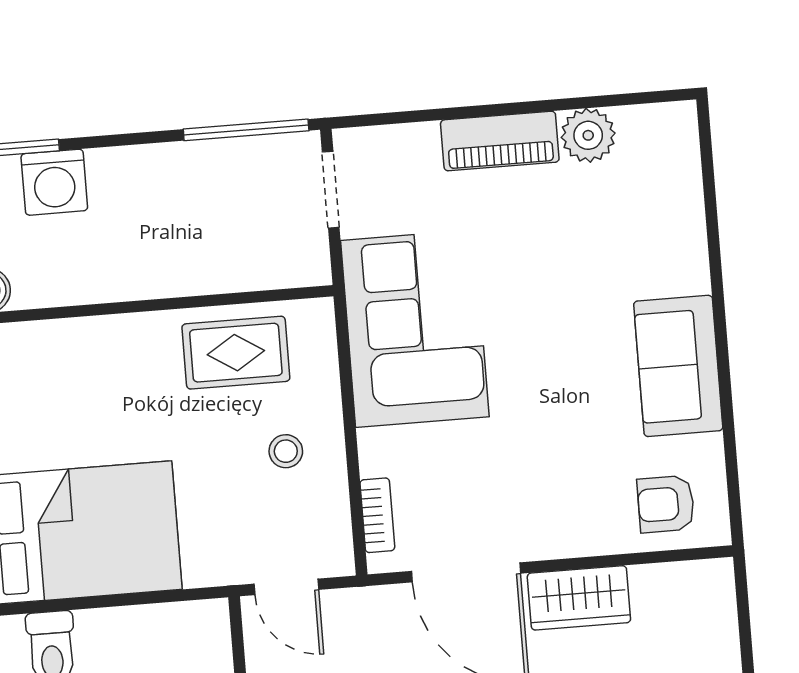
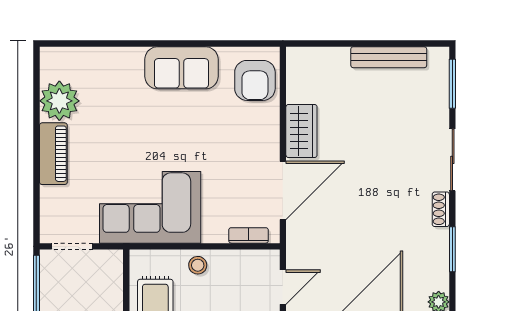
plant: (588, 135) -> (59, 101), width x1.36, depth x1.36
stool: (286, 451) -> (198, 265), moved
armchair: (666, 504) -> (255, 80), width x1.38, depth x1.38

